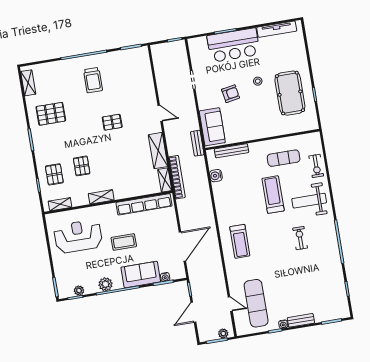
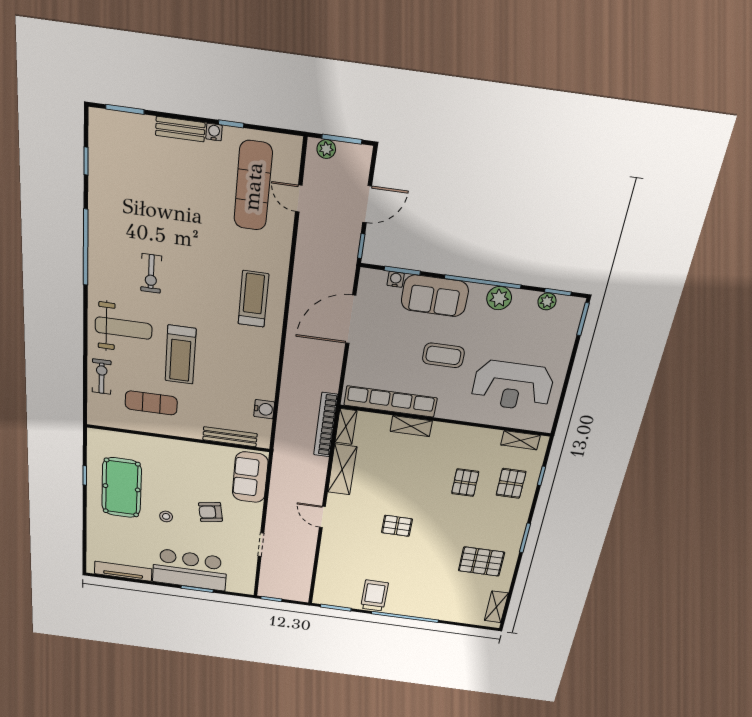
trolley: (93, 80) -> (374, 596), moved
bench: (197, 143) -> (279, 462), removed
shelving: (101, 197) -> (411, 426), moved

